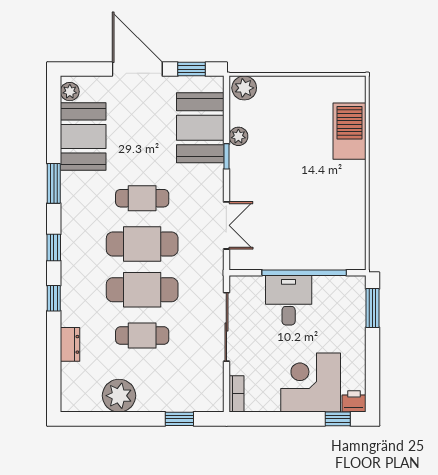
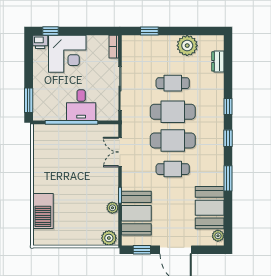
dresser: (70, 344) -> (218, 61), moved

